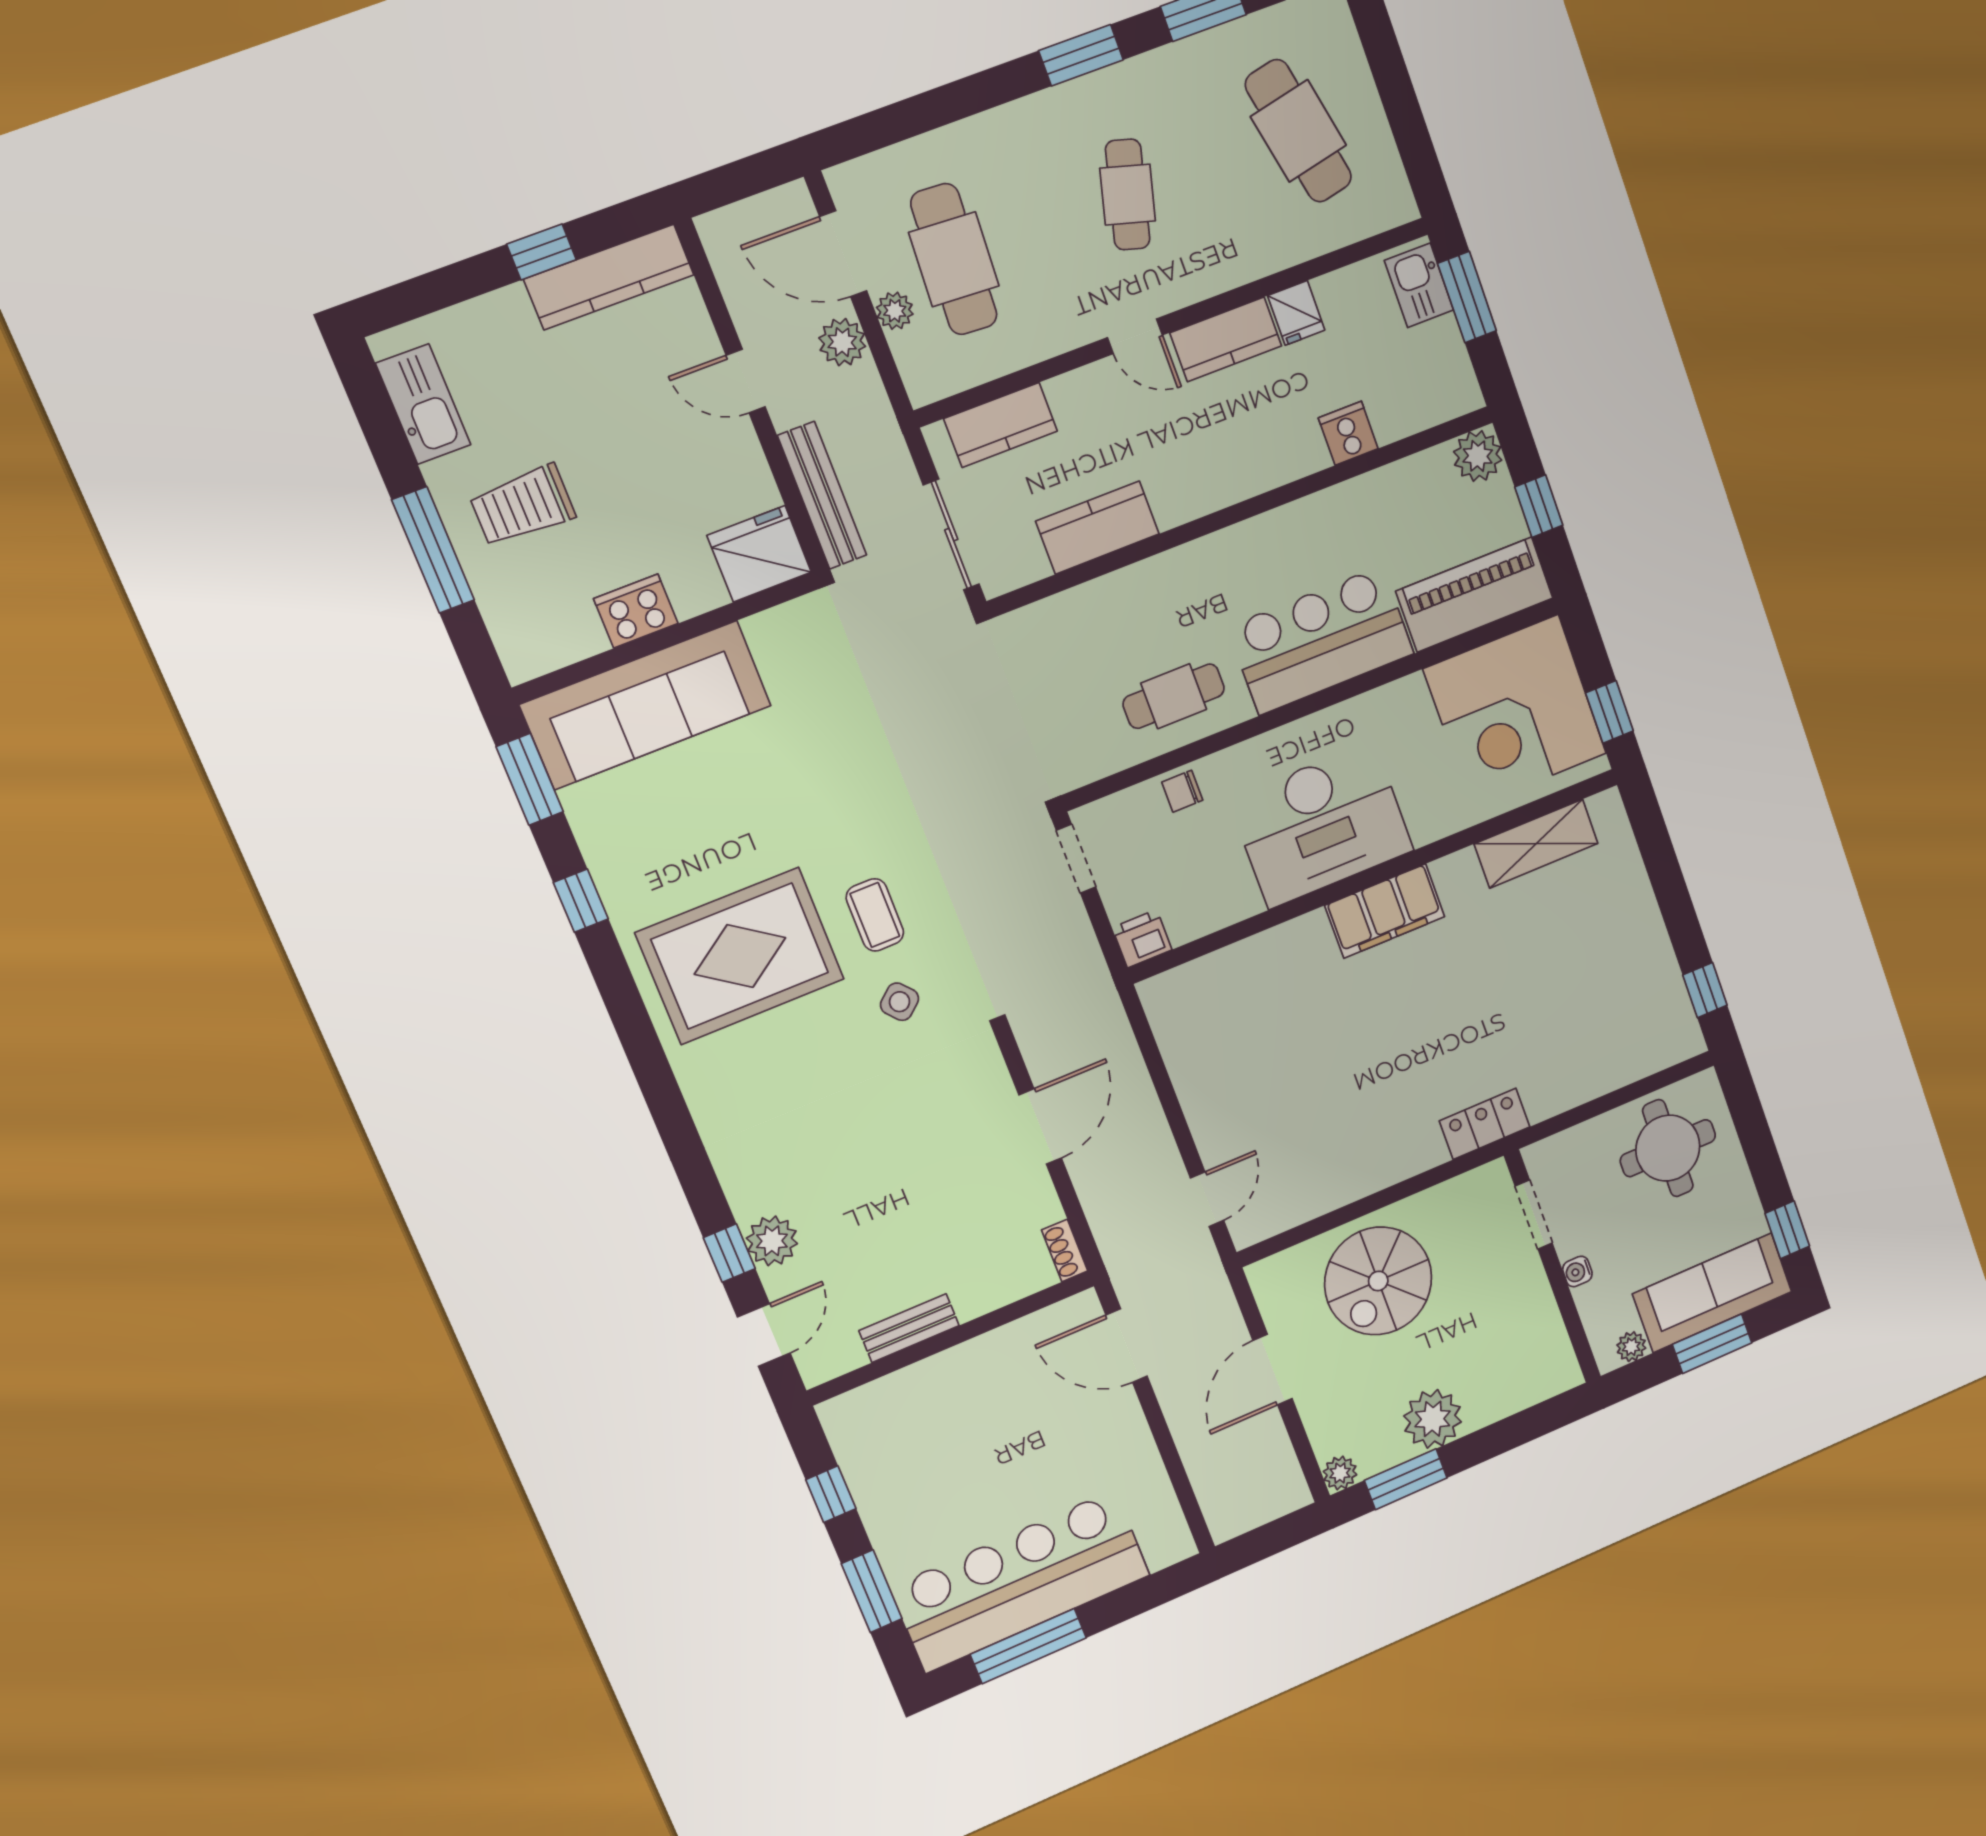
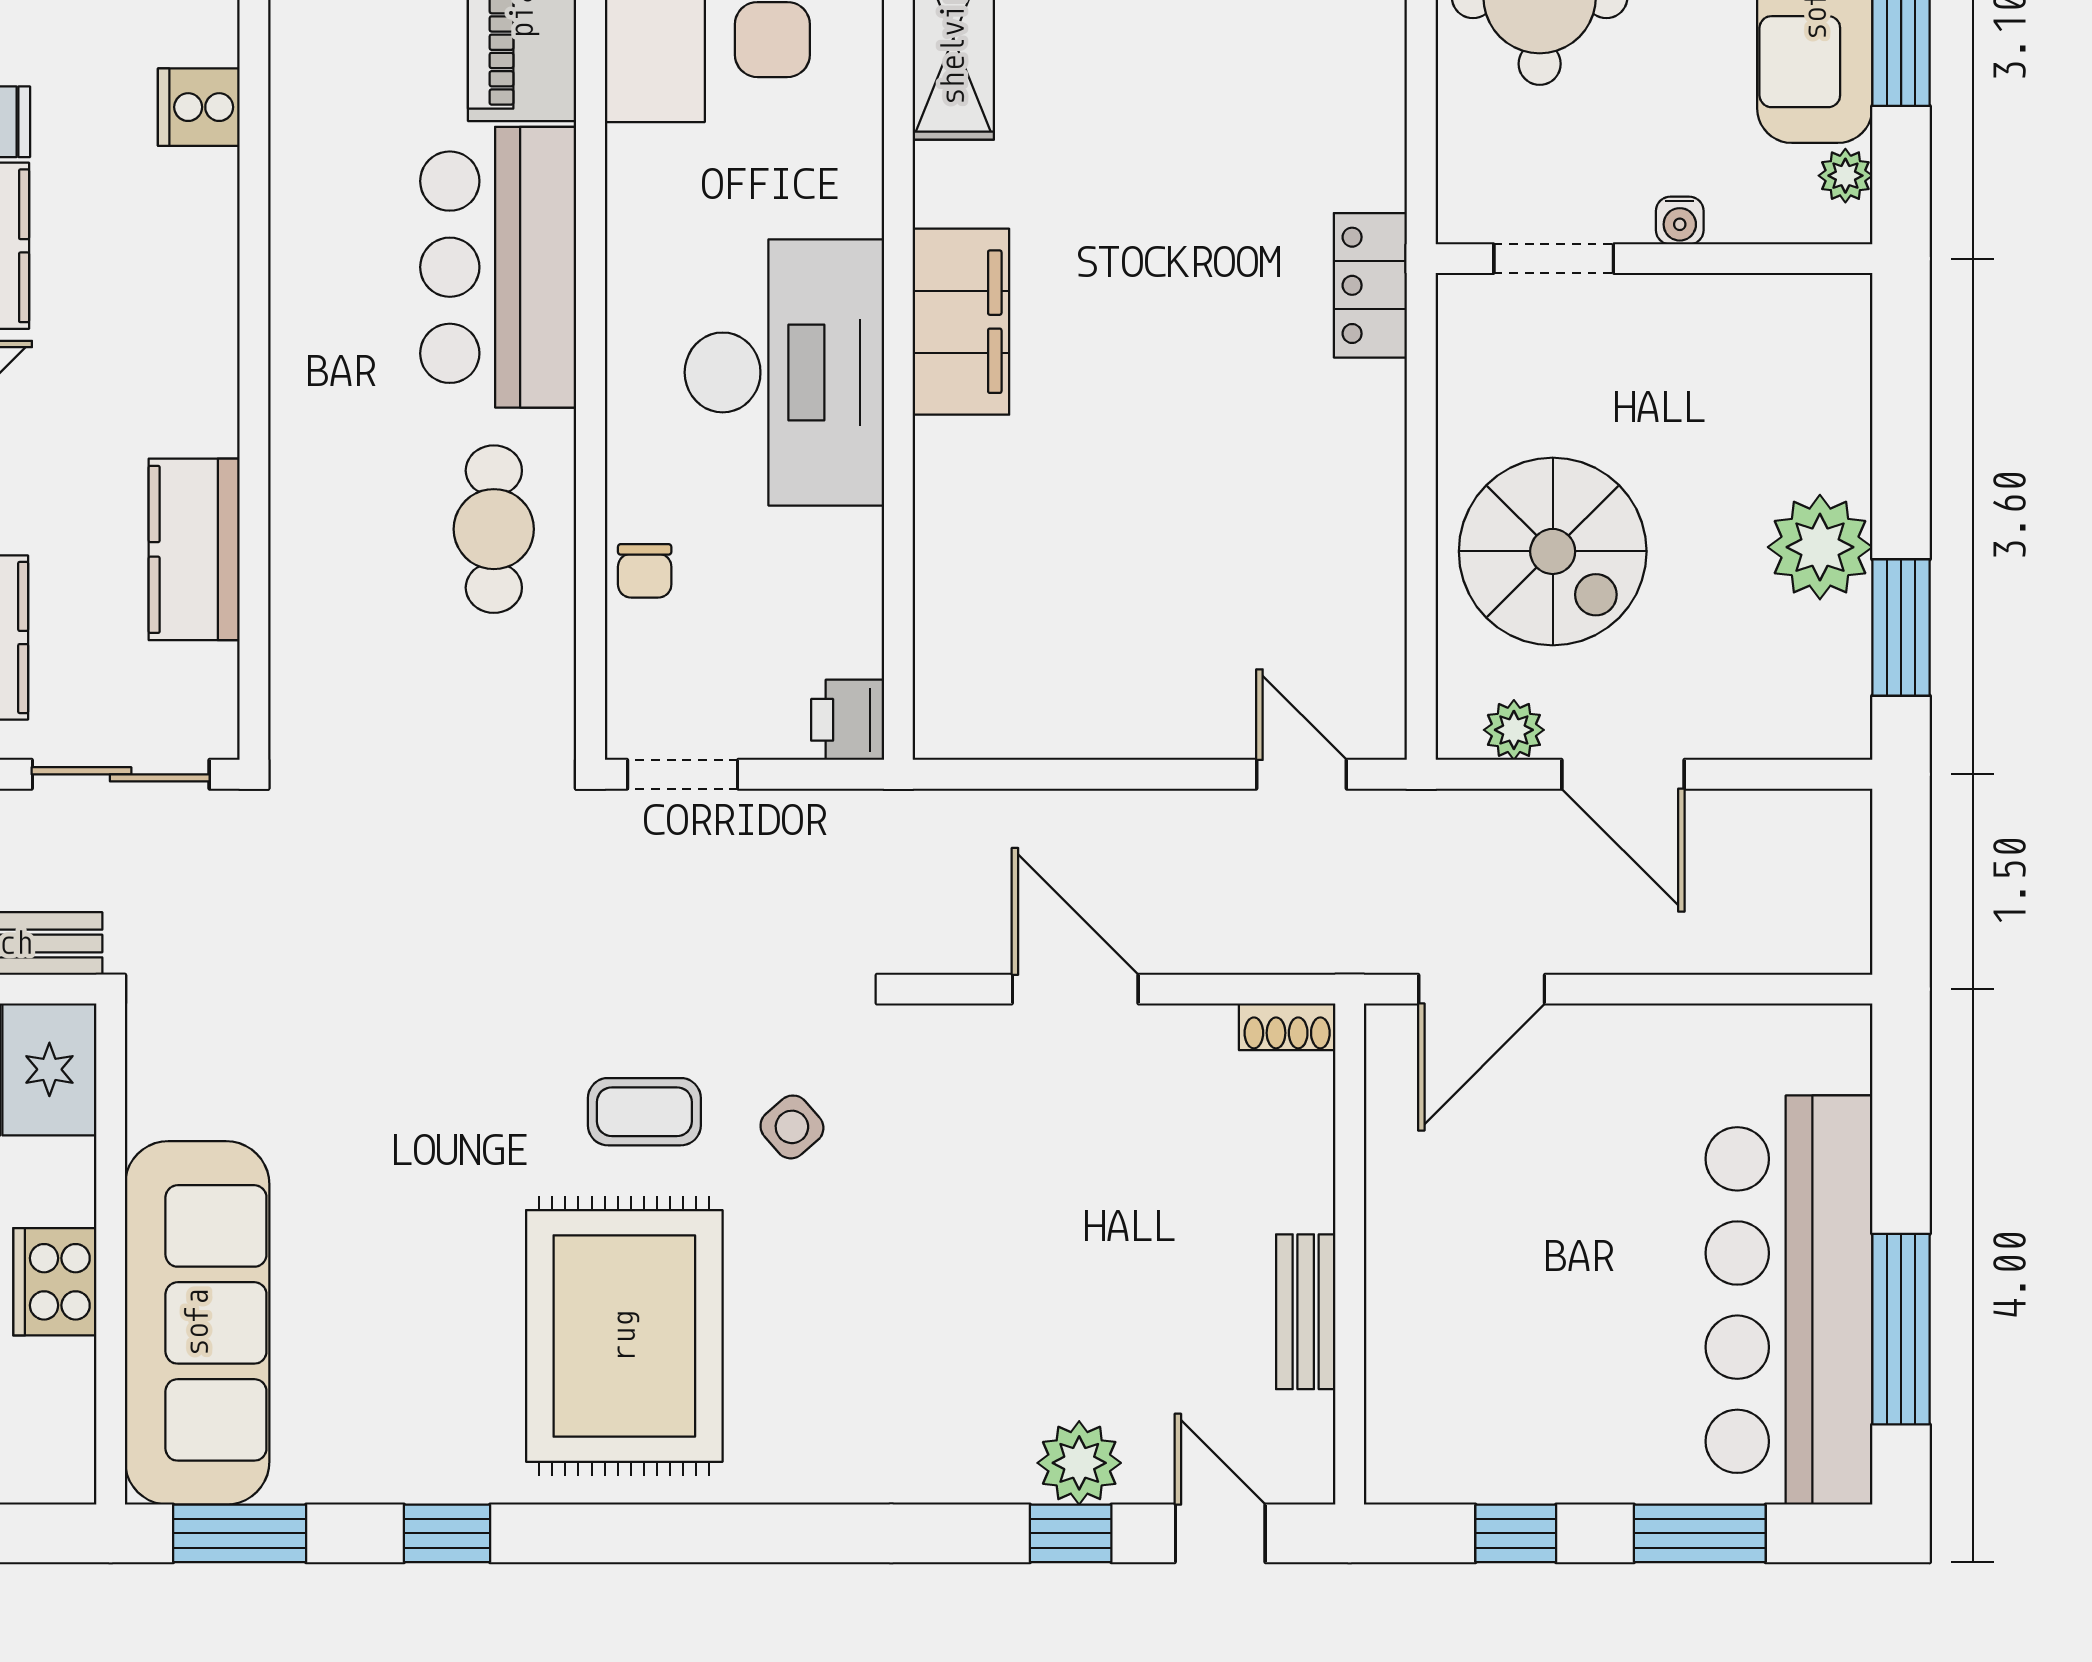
plant: (1340, 1473) -> (1514, 730), moved

